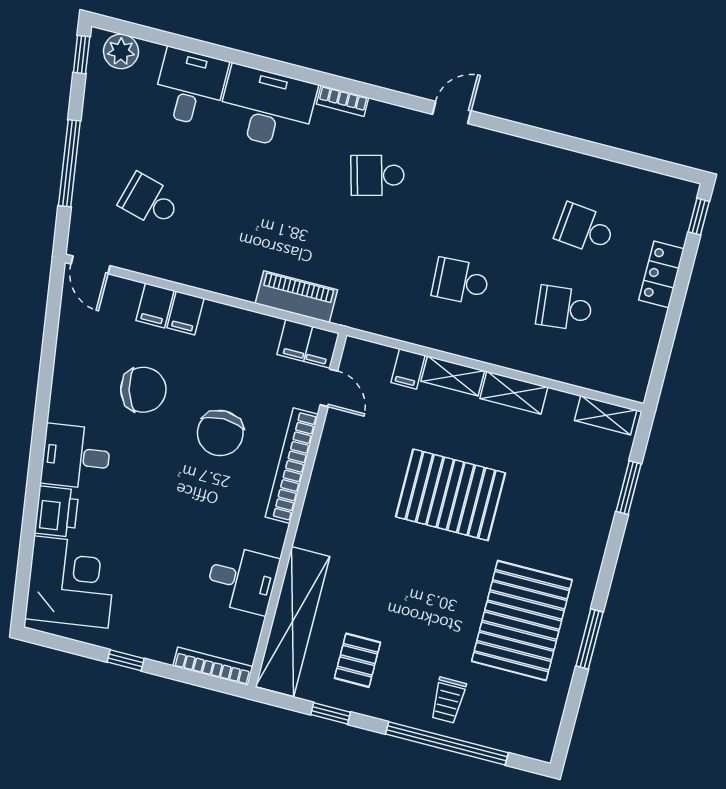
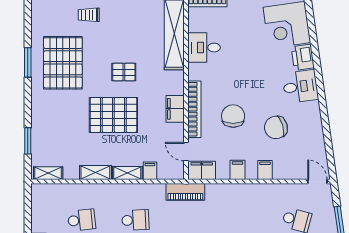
piano: (296, 297) -> (185, 192), moved
filing cabinet: (155, 305) -> (238, 170), moved
filing cabinet: (328, 476) -> (175, 109), added
pallet: (357, 660) -> (124, 72), moved, turned 90
trolley: (448, 700) -> (89, 15), turned -90

